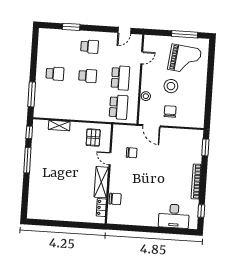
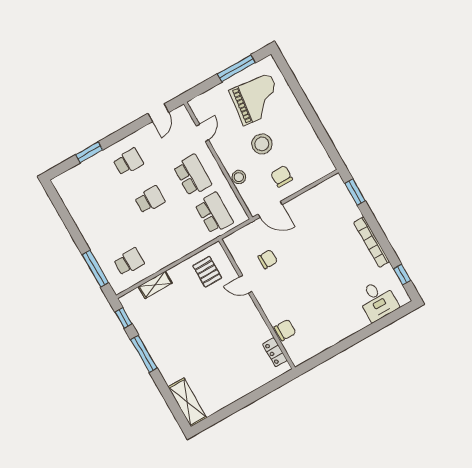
school desk: (55, 74) -> (129, 262), moved
shelving: (101, 182) -> (187, 402), moved
desk: (174, 216) -> (377, 300), width x0.73

